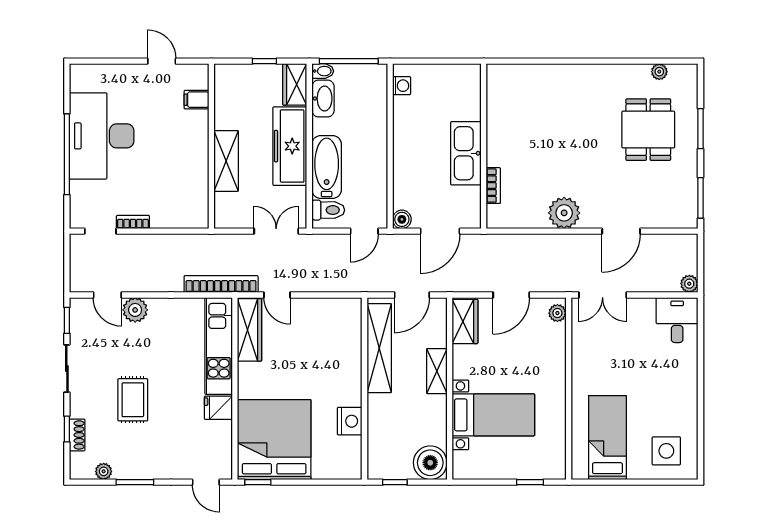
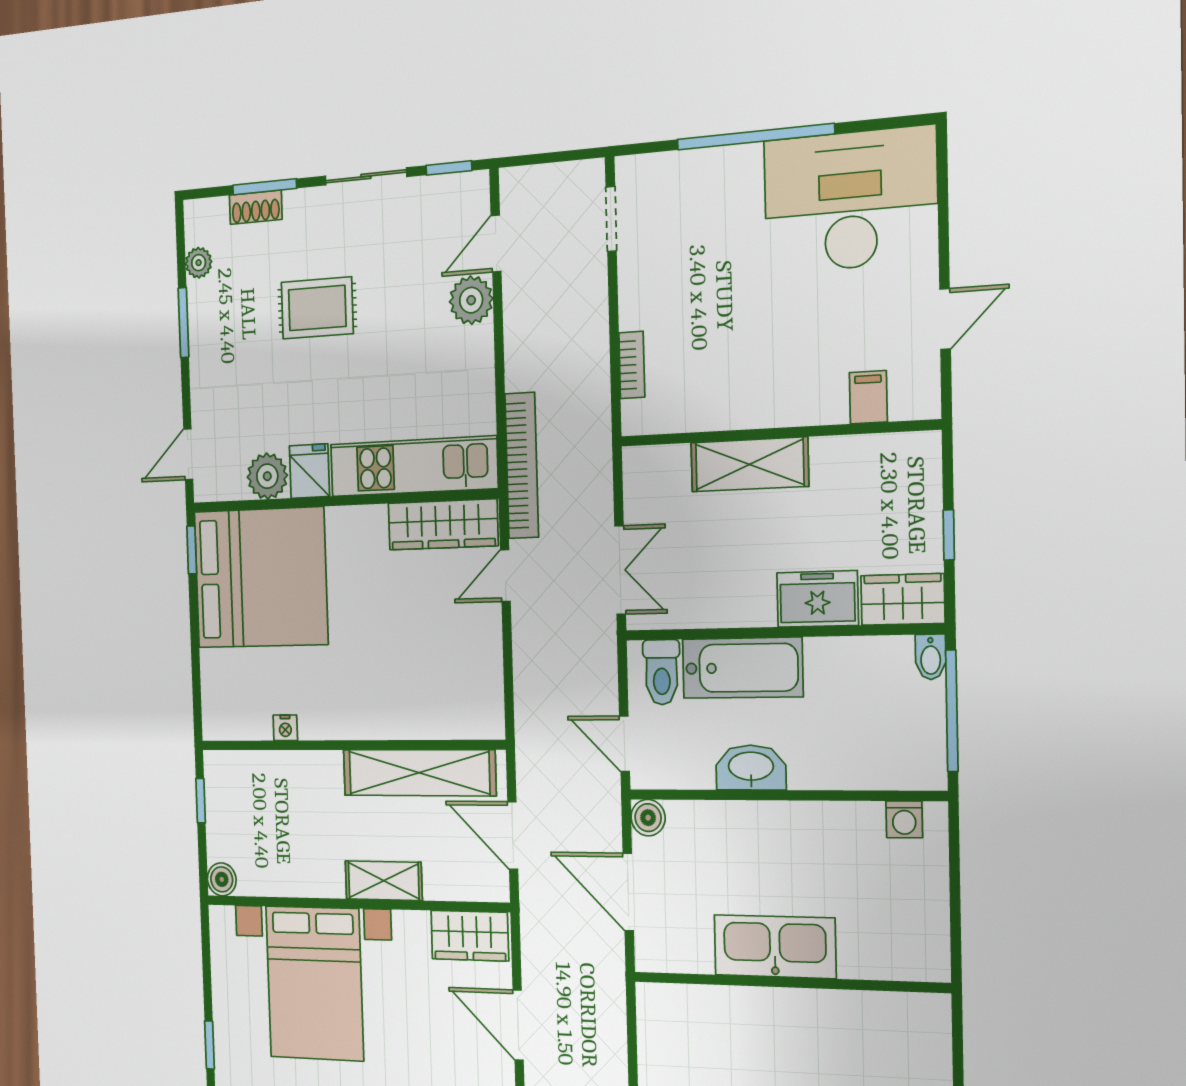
washbasin: (323, 98) -> (751, 767), moved, turned 180
desk: (102, 136) -> (850, 200), moved
freezer: (290, 146) -> (817, 599), width x0.52, depth x0.79
bookcase: (493, 186) -> (715, 999), removed
bookcase: (133, 222) -> (632, 365), moved
bed with nightstands: (493, 415) -> (315, 983), width x1.36
nightstand: (350, 421) -> (285, 728), width x0.53, depth x0.56
window: (67, 429) -> (265, 187), width x1.50
plant: (220, 433) -> (267, 476), added
boiler: (430, 463) -> (222, 879), width x0.54, depth x0.54

